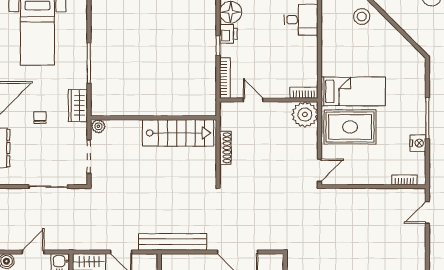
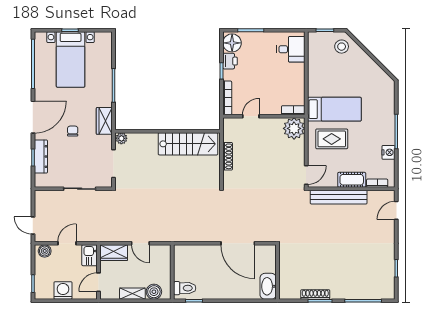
door: (253, 100) -> (251, 116), hinge flipped
rug: (350, 127) -> (332, 139), width x0.73, depth x0.70
cot: (374, 176) -> (352, 180), added
bench: (173, 242) -> (339, 197), moved

